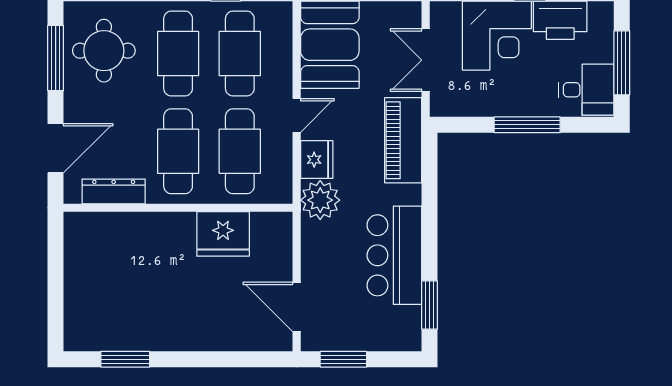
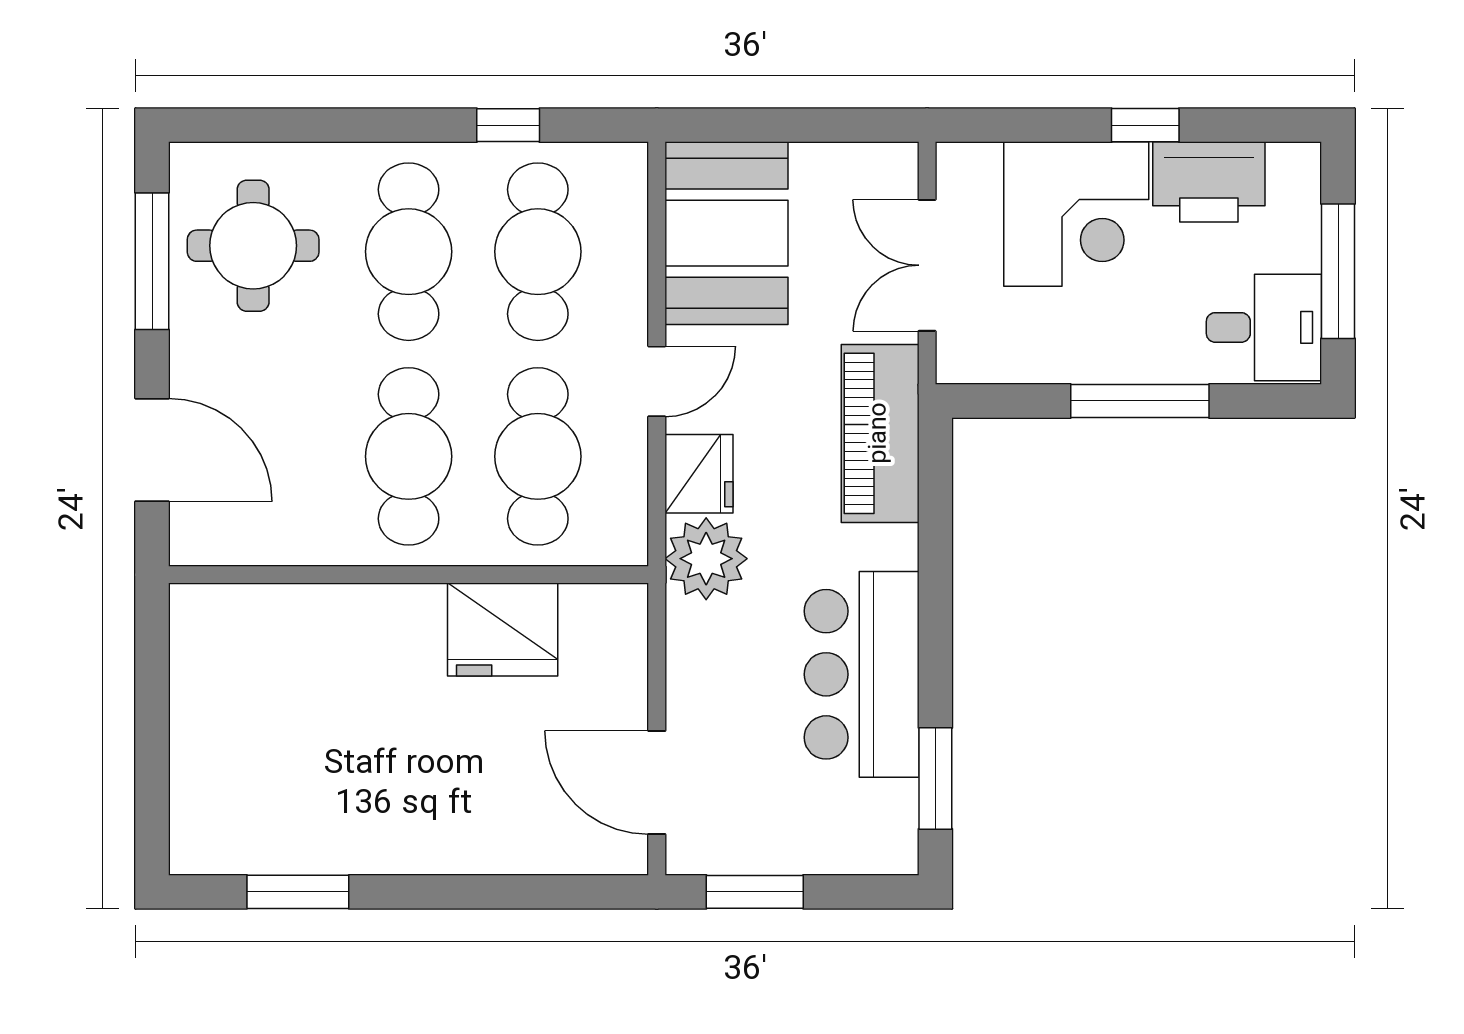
door: (56, 148) -> (152, 450), hinge flipped
dresser: (114, 191) -> (274, 541), removed

